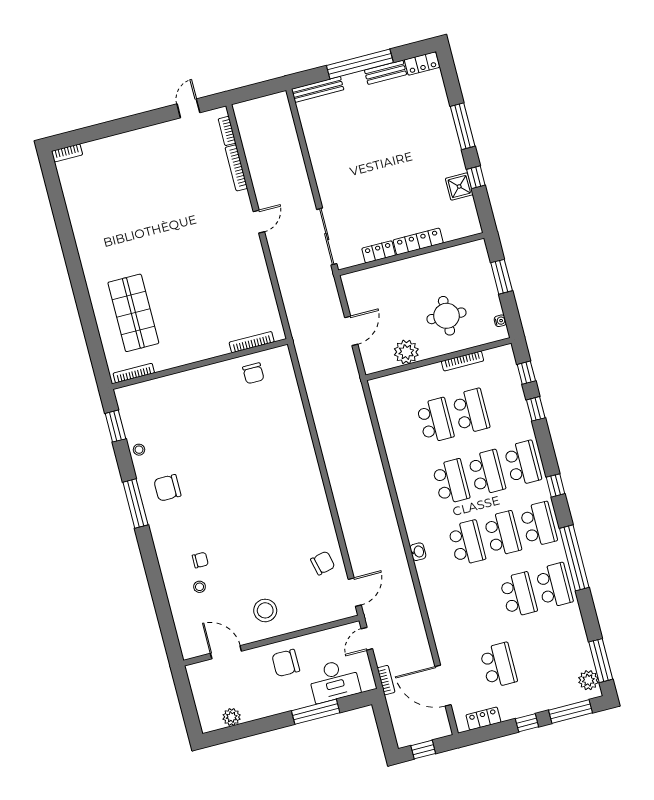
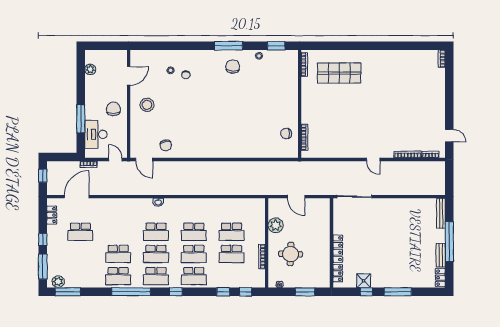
locker: (379, 252) -> (338, 273), moved

